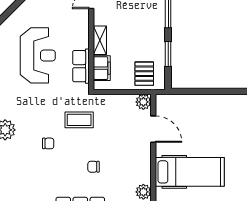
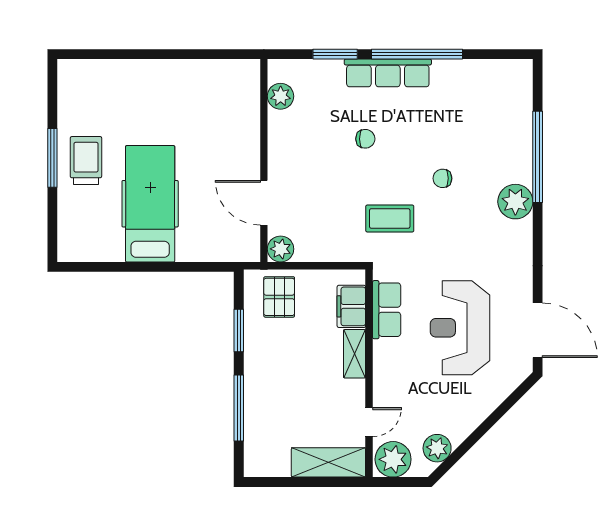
hospital bed: (190, 172) -> (150, 204), moved, turned 90

